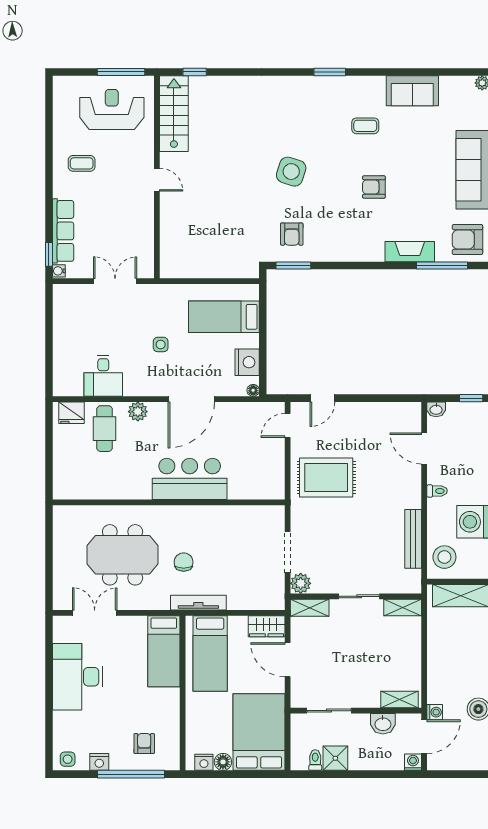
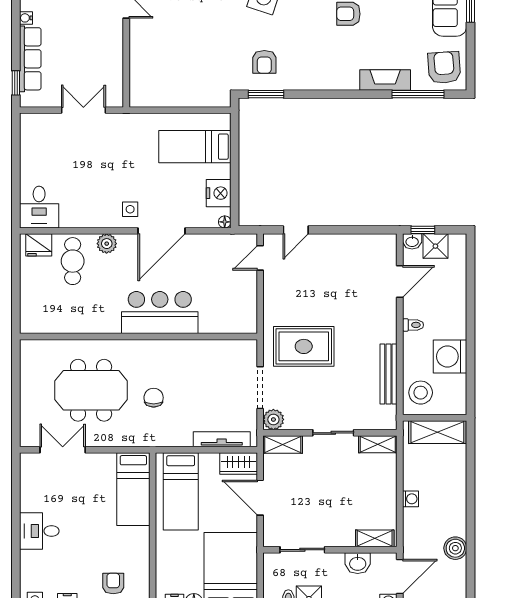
armchair: (467, 240) -> (444, 68), turned 86
water cooler: (59, 271) -> (26, 18), moved
side table: (161, 344) -> (130, 209), moved
desk: (103, 376) -> (39, 207), moved
window: (471, 398) -> (423, 230), moved
shower: (459, 414) -> (435, 246), added
door: (424, 448) -> (400, 281), swing flipped
rug: (326, 478) -> (304, 346), moved
tv unit: (198, 603) -> (222, 439), moved
desk: (78, 677) -> (39, 531), width x0.53, depth x0.77
washing machine: (435, 712) -> (411, 499), moved

